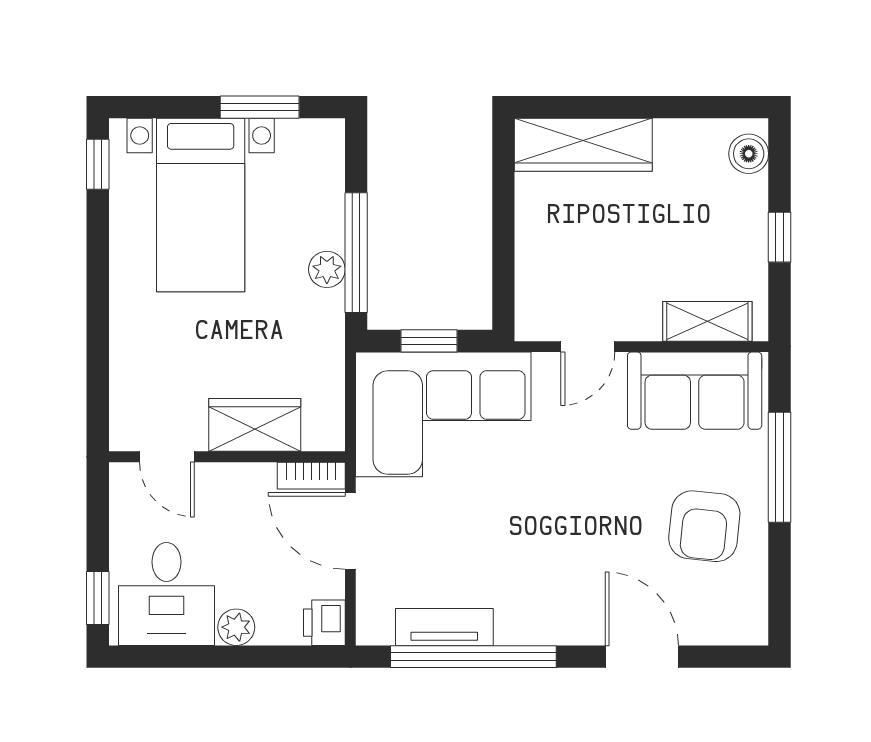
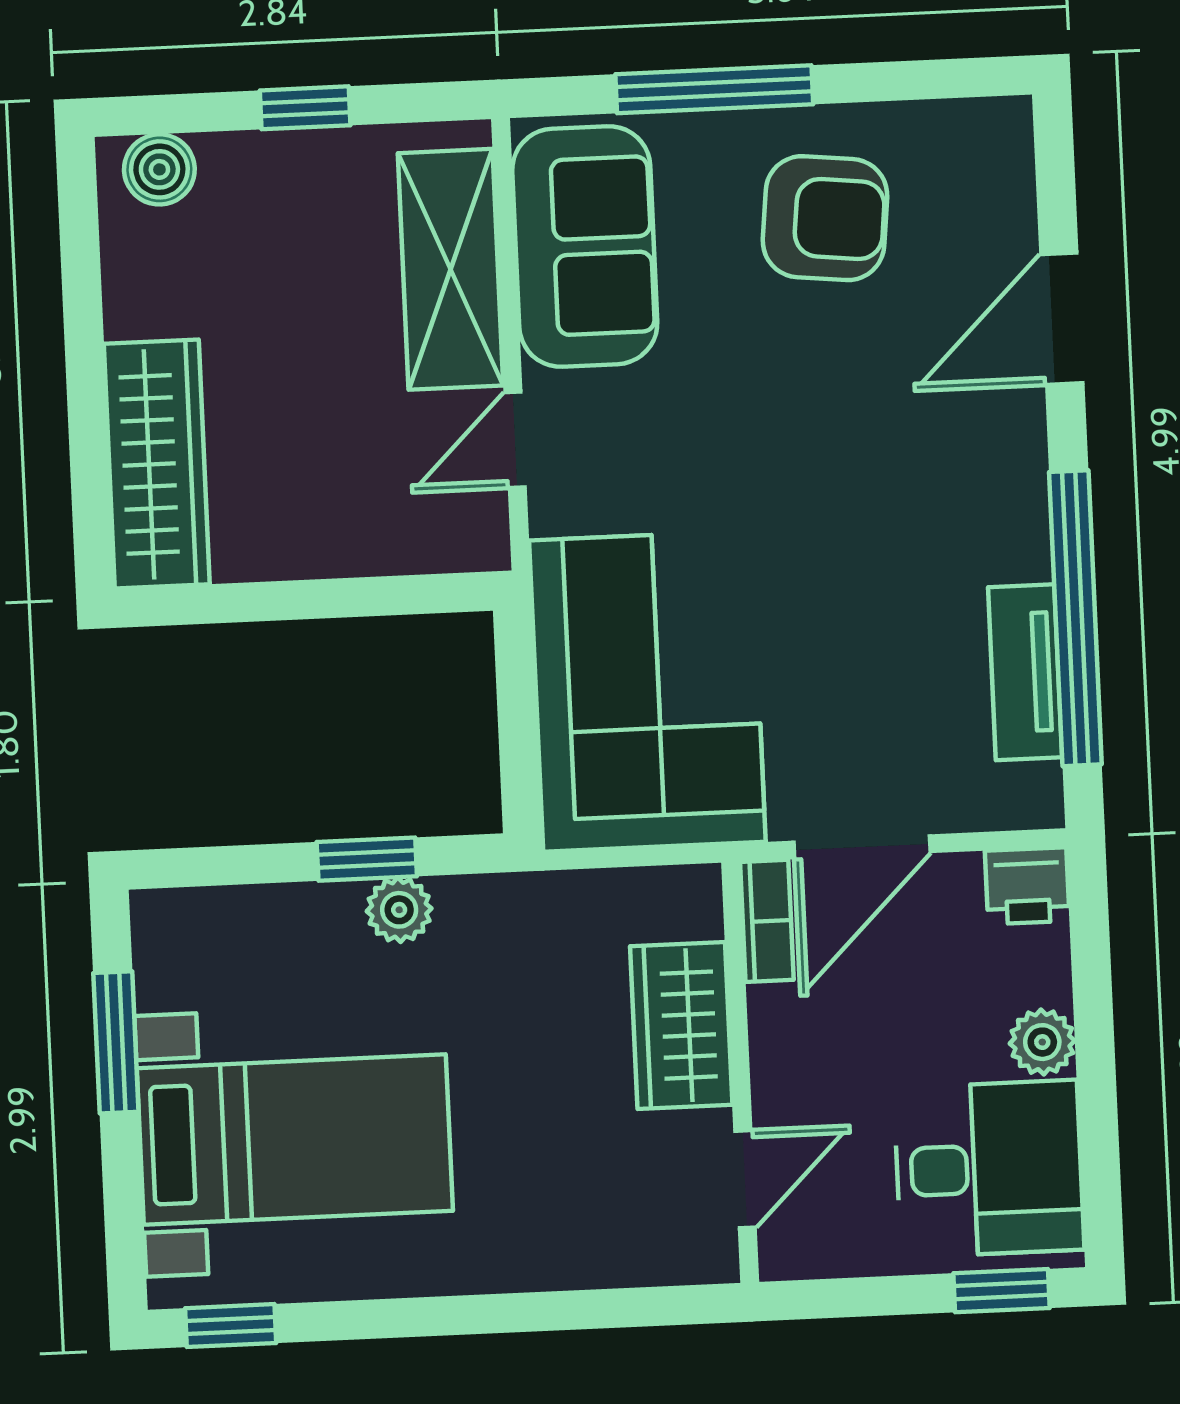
window: (356, 253) -> (367, 859), width x0.46
shelving: (707, 321) -> (450, 269), width x1.50, depth x1.33
window: (429, 341) -> (518, 722), removed
door: (588, 347) -> (515, 440), swing flipped

